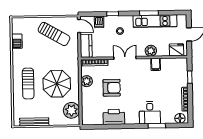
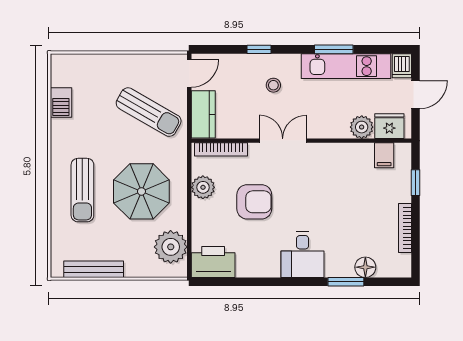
dishwasher: (99, 22) -> (402, 66), moved
door: (79, 26) -> (189, 73), hinge flipped
sun lounger: (54, 34) -> (149, 112), moved
plant: (151, 51) -> (362, 127), moved
filing cabinet: (156, 64) -> (384, 155), moved
desk: (150, 113) -> (303, 255), moved
printer: (114, 117) -> (213, 262), moved
floor lamp: (180, 118) -> (365, 267), moved

